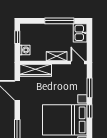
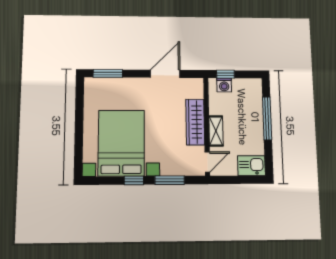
window: (59, 21) -> (267, 118), moved
window: (17, 37) -> (225, 74), moved
wardrobe: (36, 70) -> (195, 122), moved

